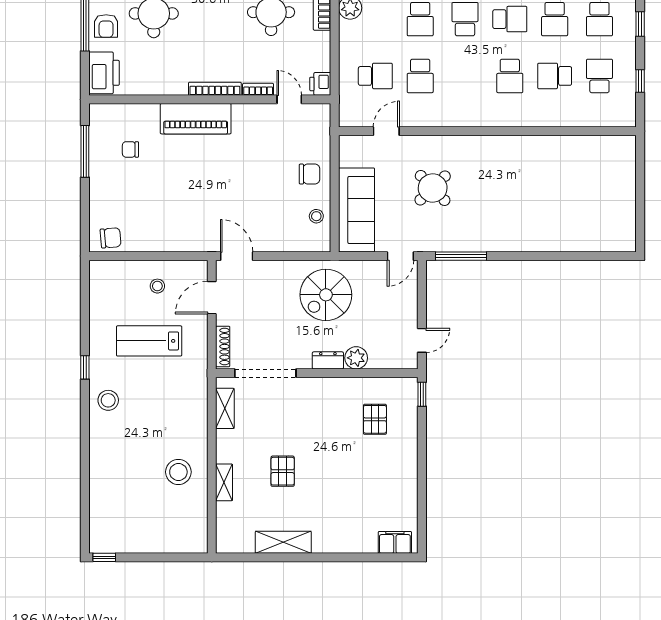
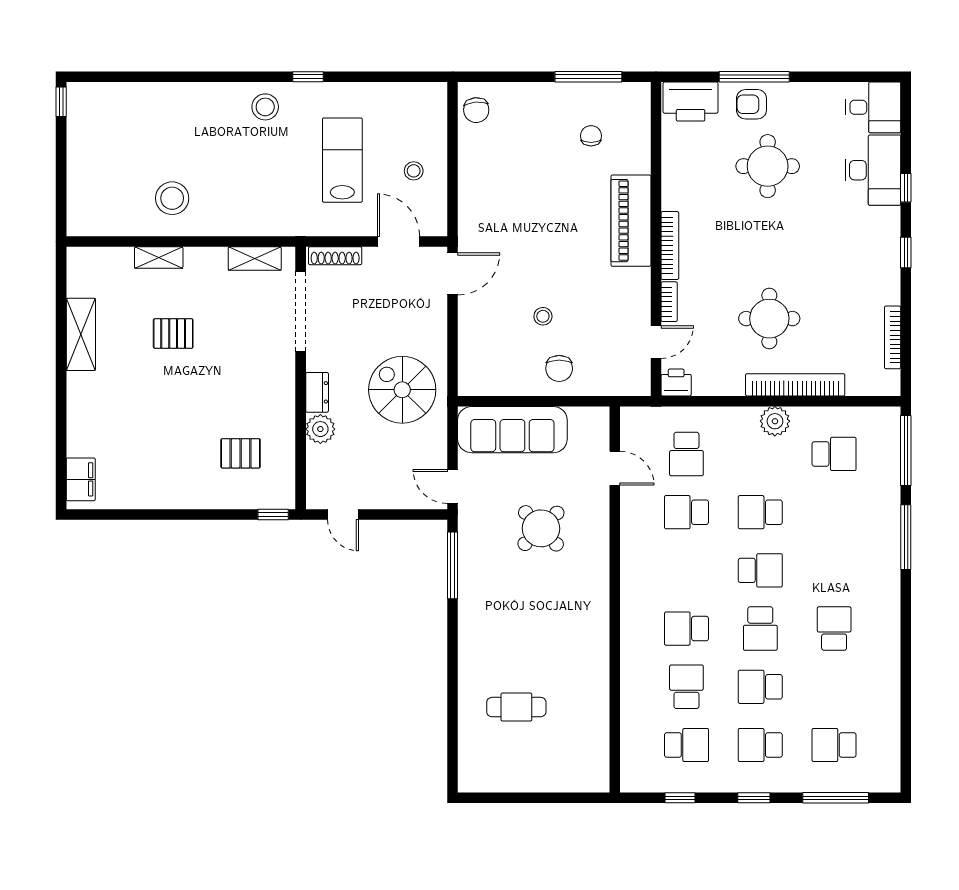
cafe table: (570, 207) -> (516, 707), added
stool: (316, 216) -> (543, 316), moved

